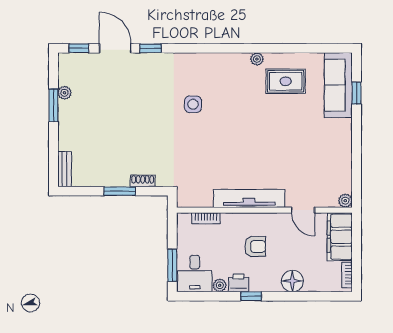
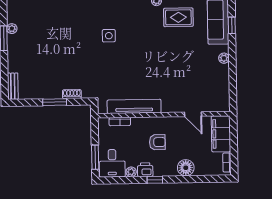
tv unit: (249, 198) -> (134, 106), moved
plant: (345, 201) -> (224, 58), moved

